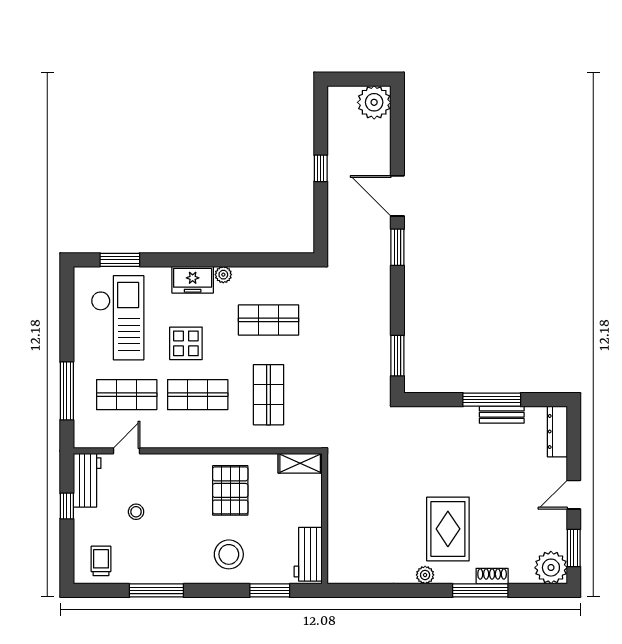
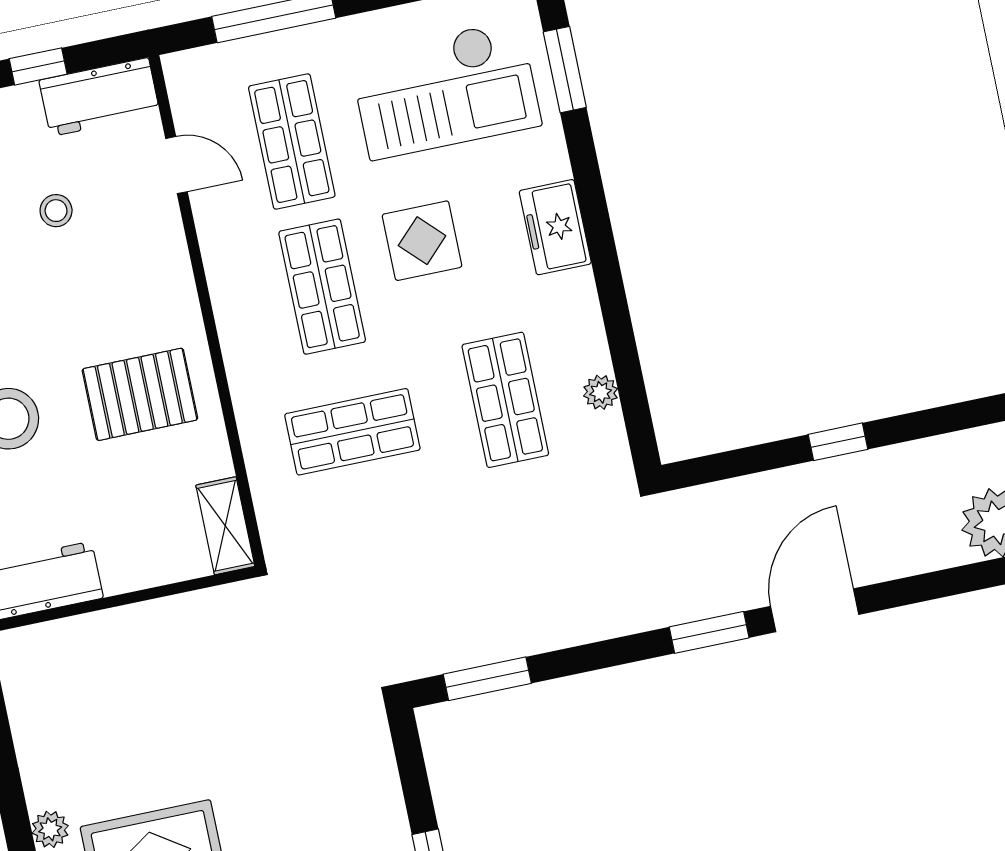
plant: (223, 275) -> (601, 392), moved

